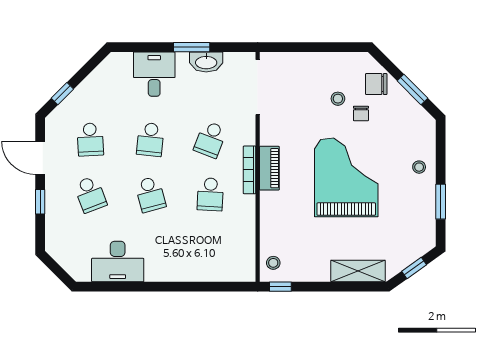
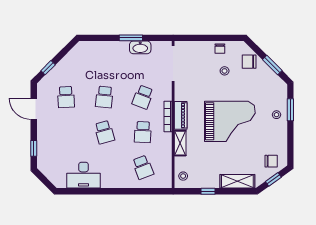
desk: (154, 74) -> (107, 55), removed
chair: (361, 113) -> (220, 49), moved
grand piano: (346, 177) -> (230, 121), turned 90
school desk: (90, 194) -> (143, 167), moved
window: (40, 202) -> (34, 148), moved
window: (441, 202) -> (290, 110), moved
shelving: (268, 211) -> (180, 143), added
chair: (411, 239) -> (271, 161), added
window: (280, 287) -> (208, 191), moved

